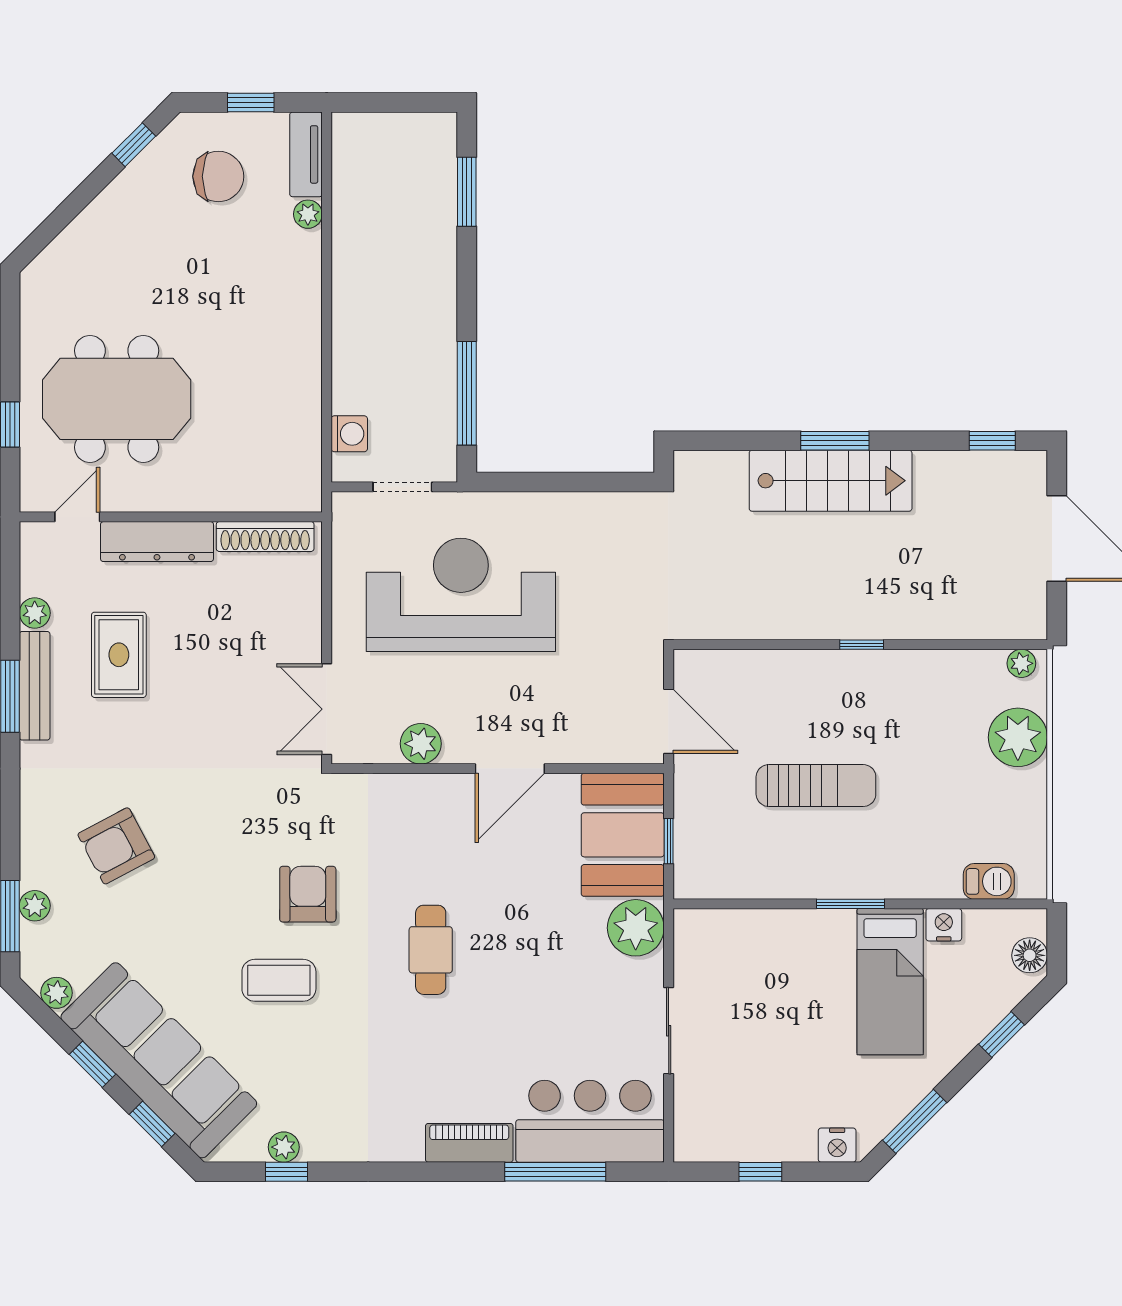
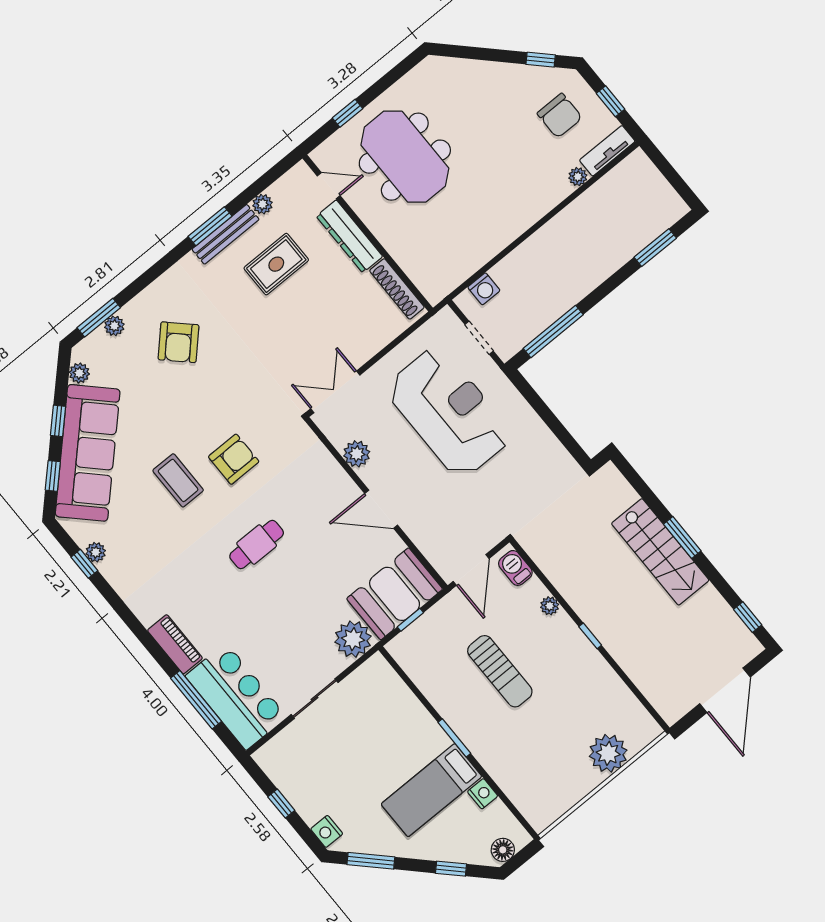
plant: (1021, 663) -> (550, 606), moved
armchair: (116, 846) -> (178, 342), turned -108
barbecue: (989, 881) -> (515, 568), moved, turned 180

